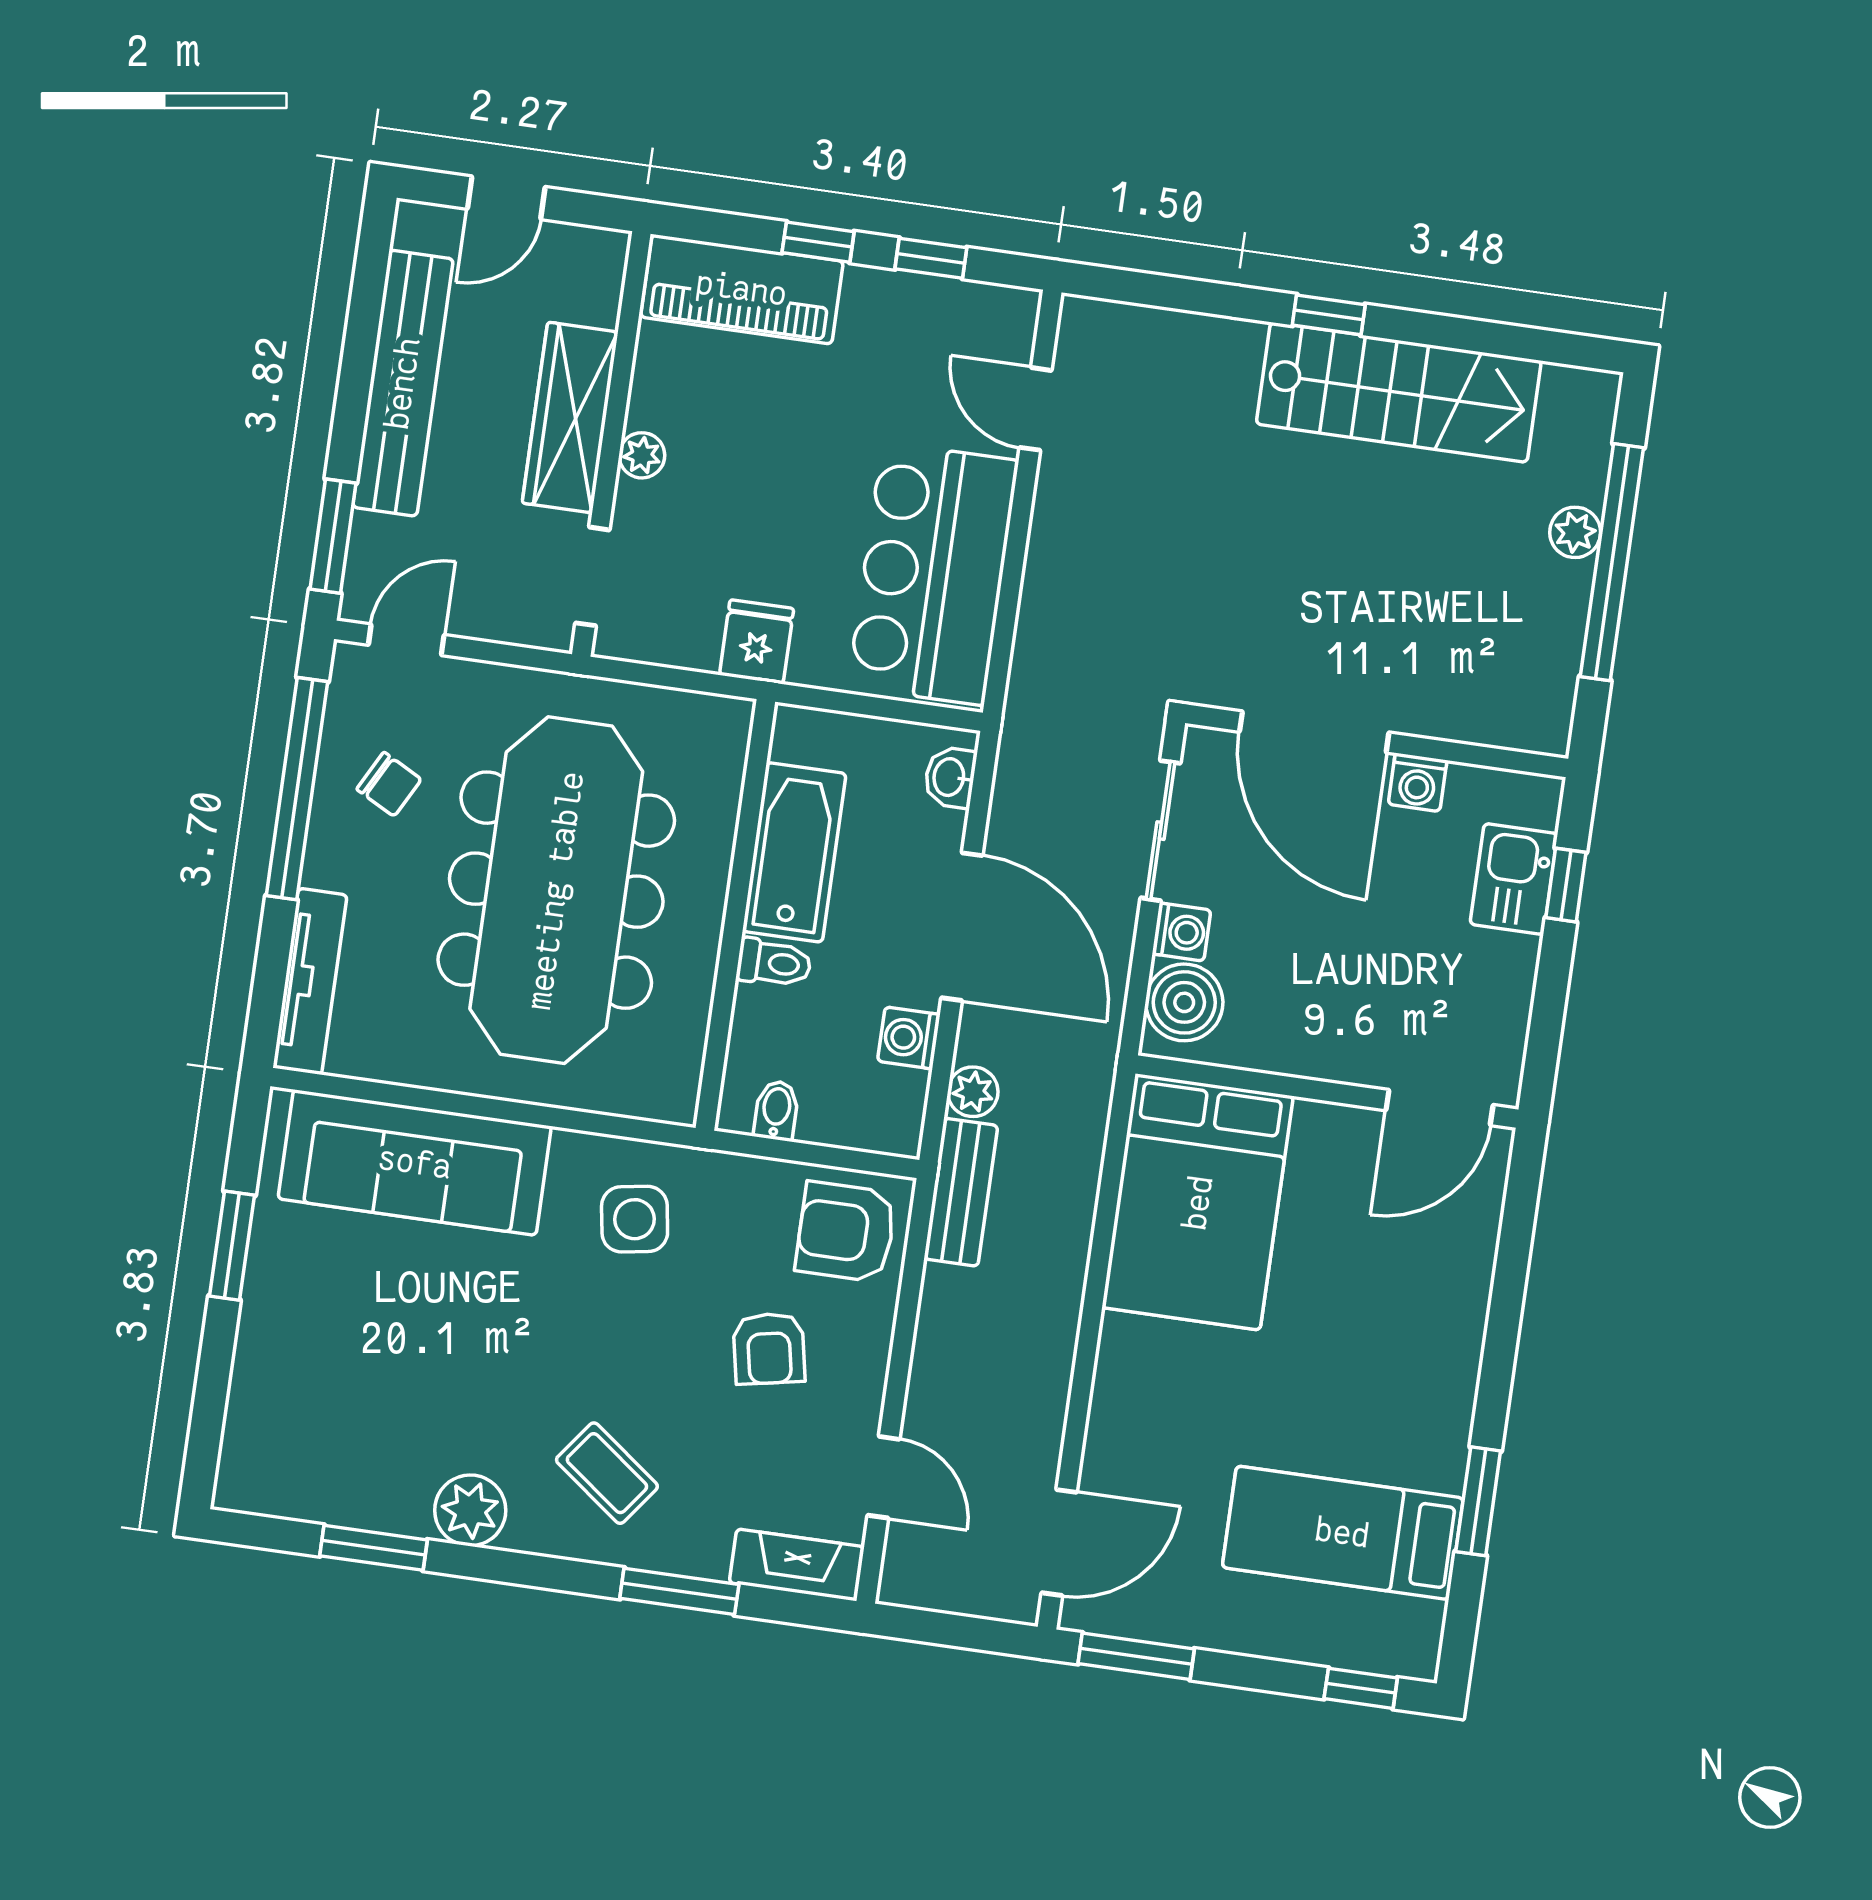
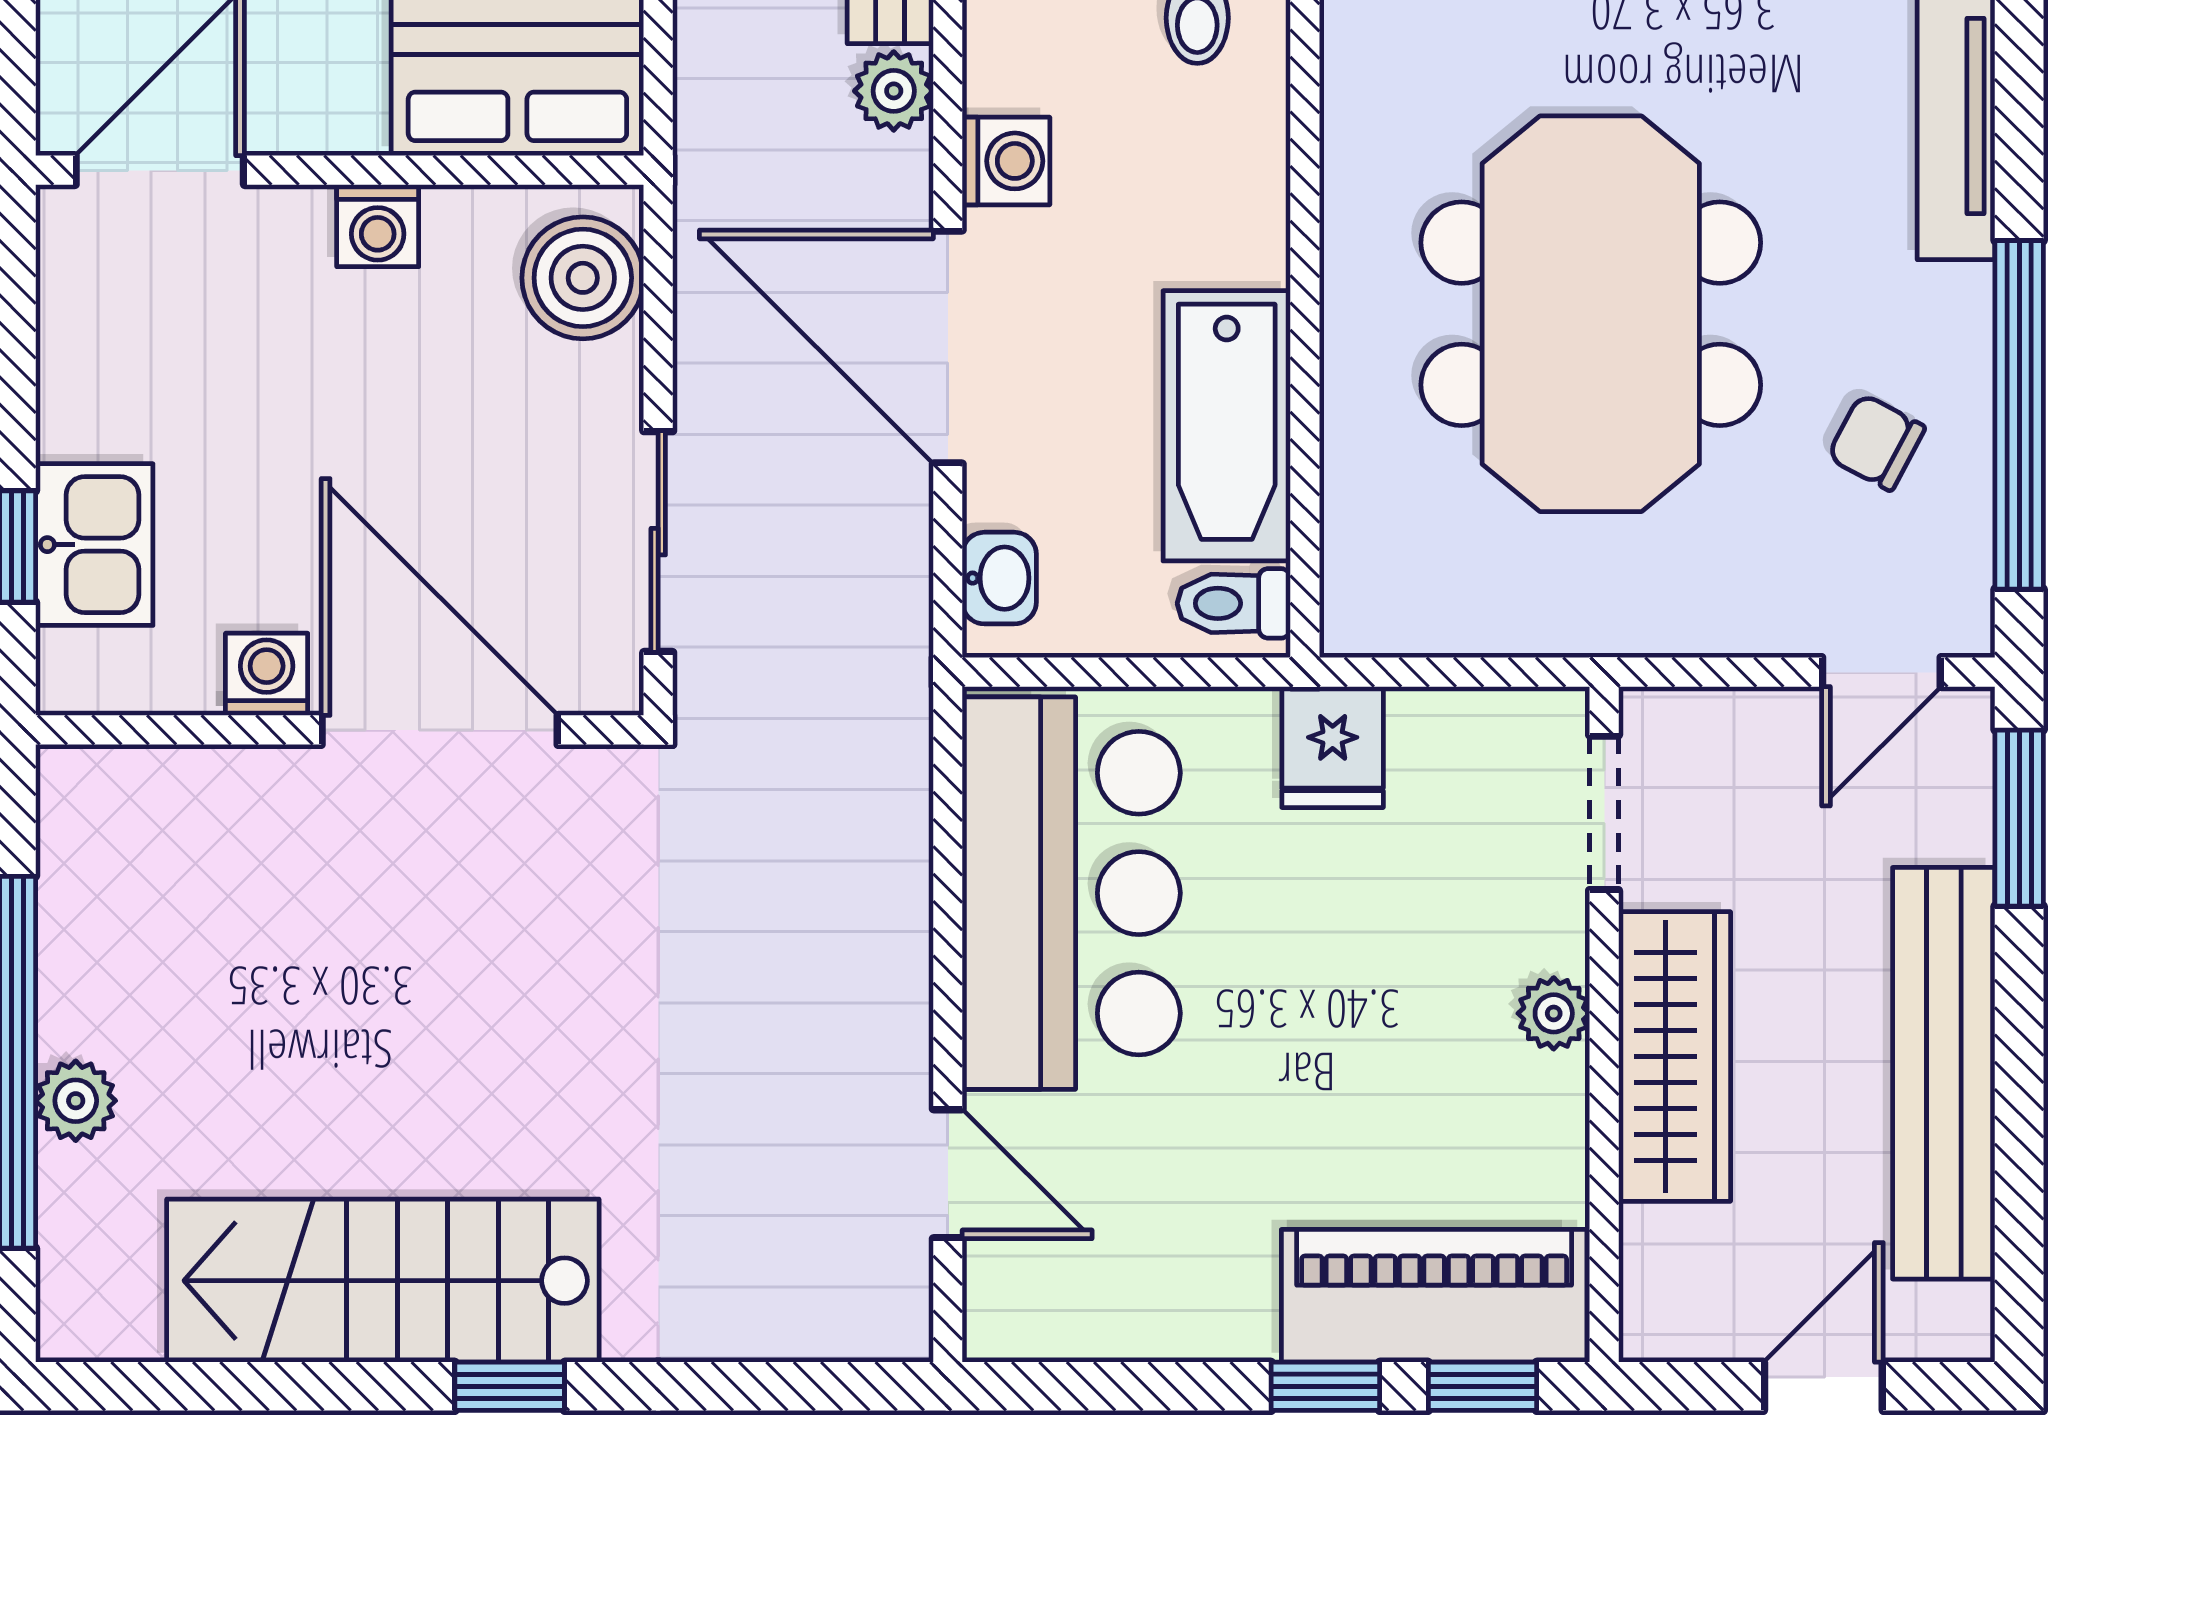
window: (931, 258) -> (1482, 1386), moved
meeting table: (556, 890) -> (1591, 314), width x0.73
washing machine: (1182, 932) -> (378, 226), moved, turned -90
toilet: (774, 963) -> (1234, 603), moved

